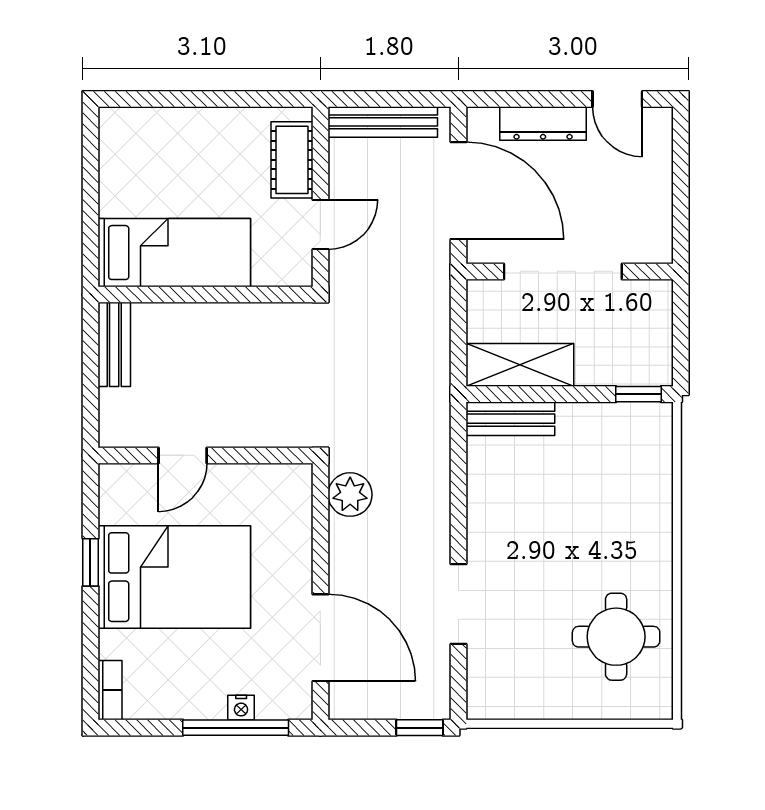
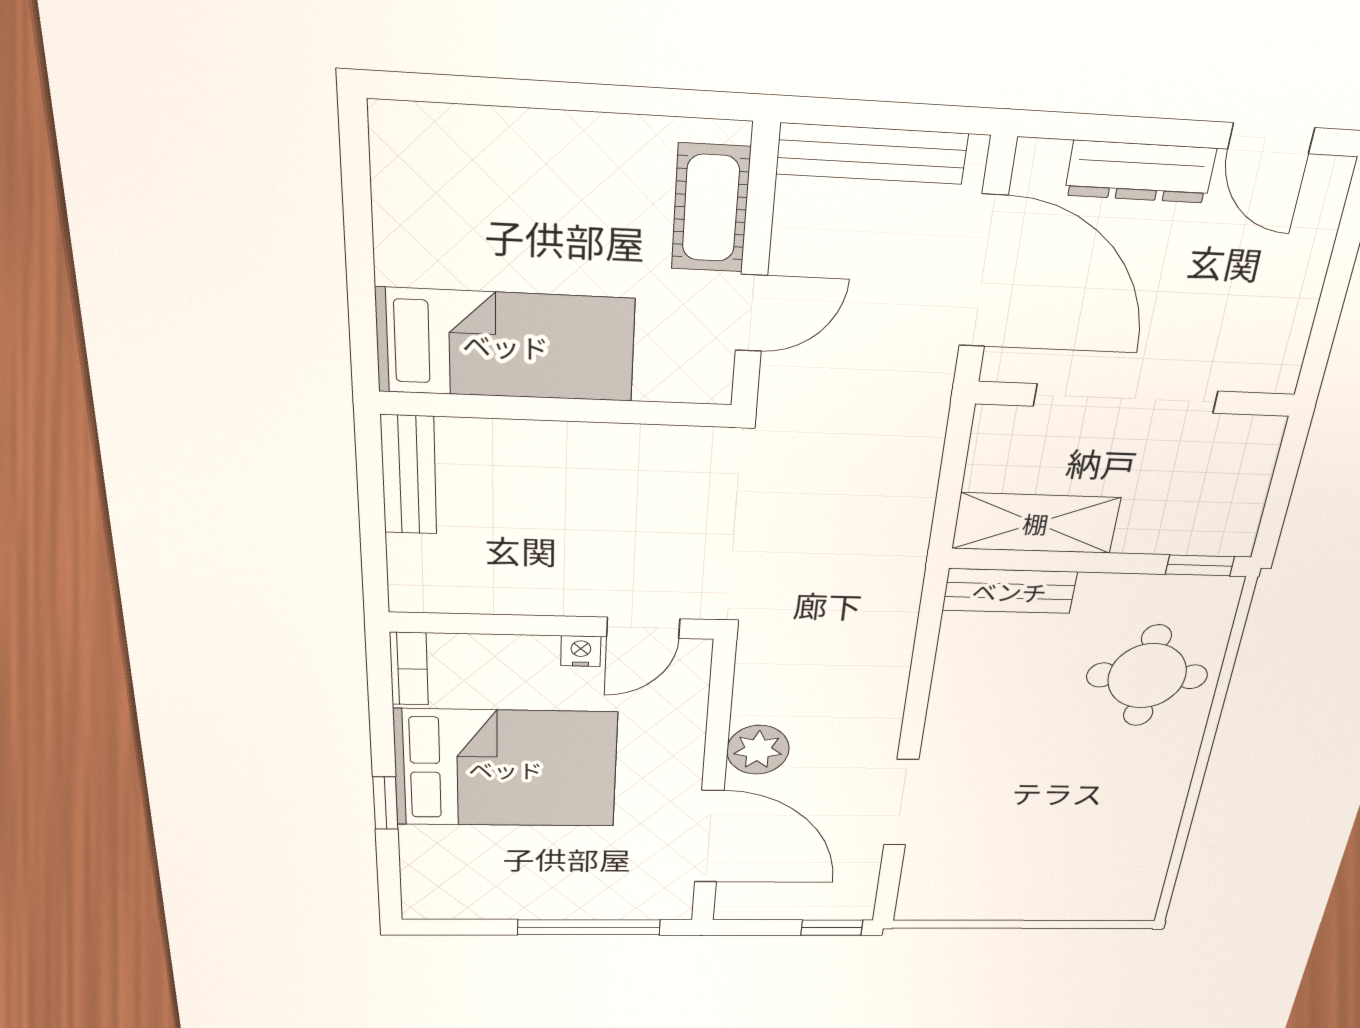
door: (183, 455) -> (643, 628), moved
plant: (350, 495) -> (758, 750), moved
window: (90, 562) -> (385, 803), moved
round table: (616, 637) -> (1147, 676), moved
bookcase: (110, 690) -> (409, 669), moved
nightstand: (241, 708) -> (581, 651), moved, turned 180

